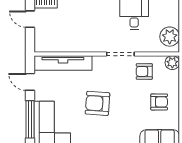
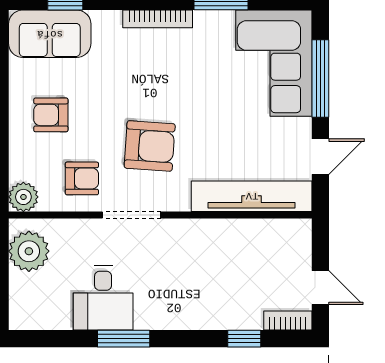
door: (30, 82) -> (320, 157), hinge flipped
armchair: (98, 103) -> (150, 146), moved

